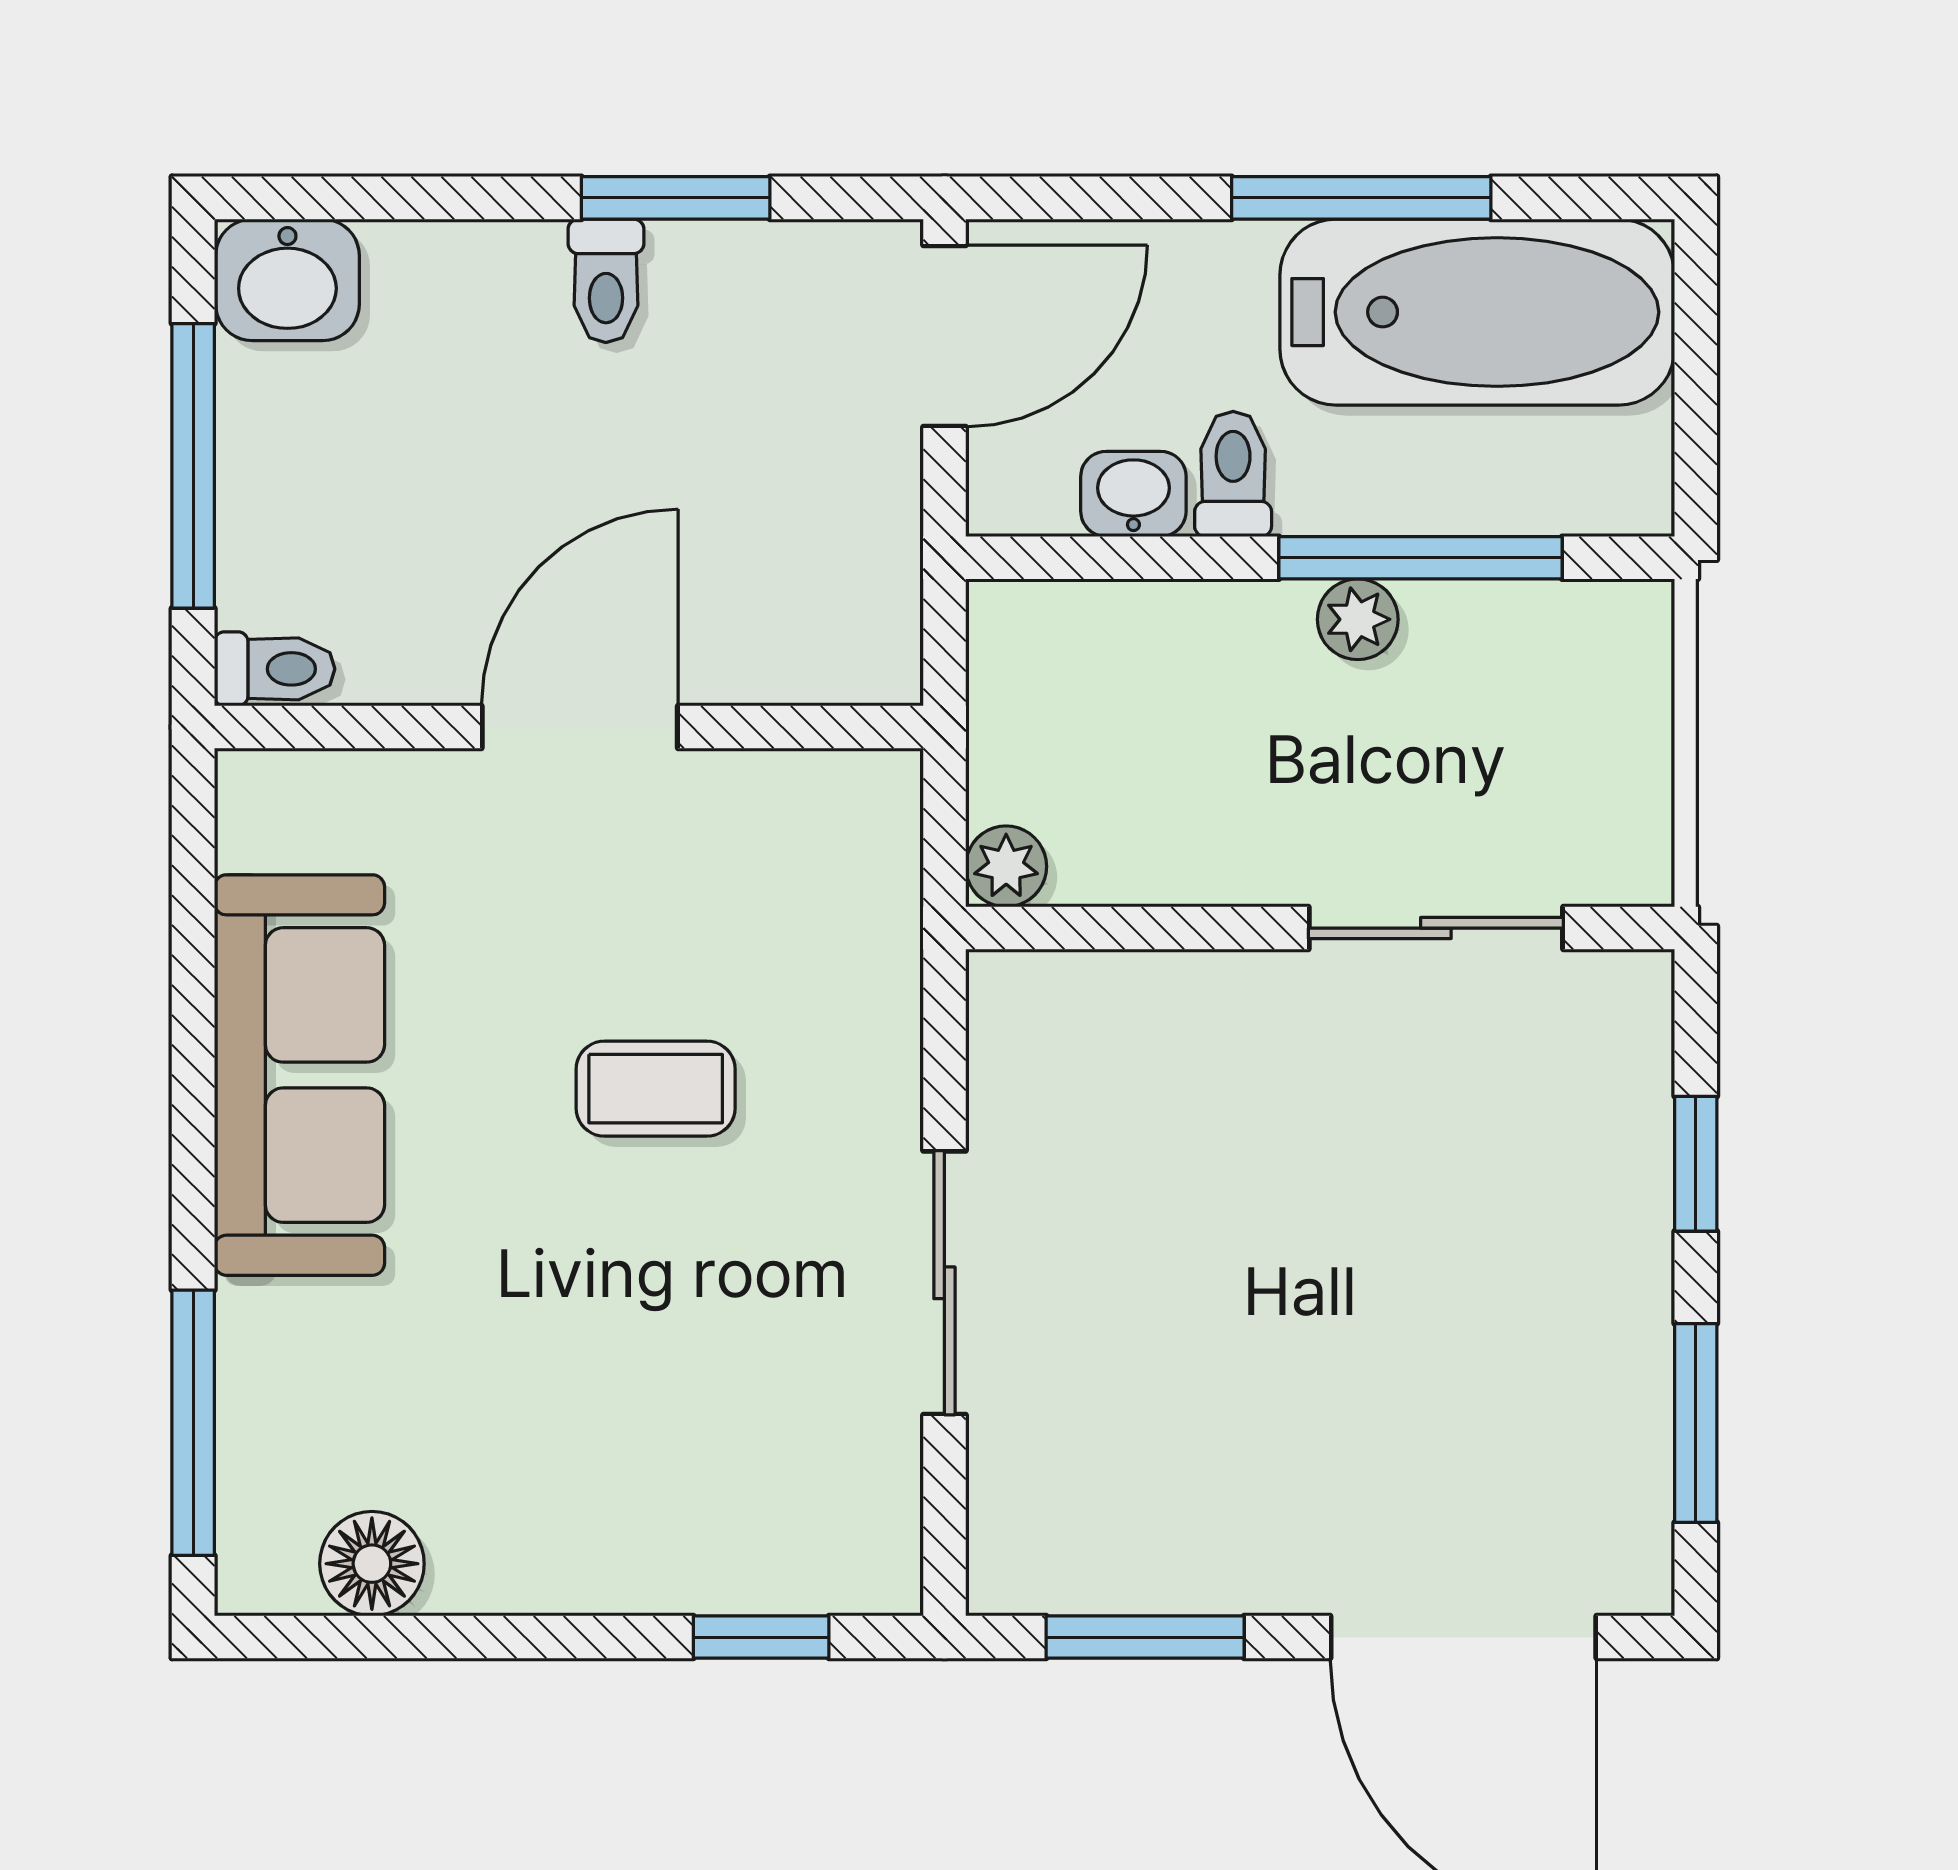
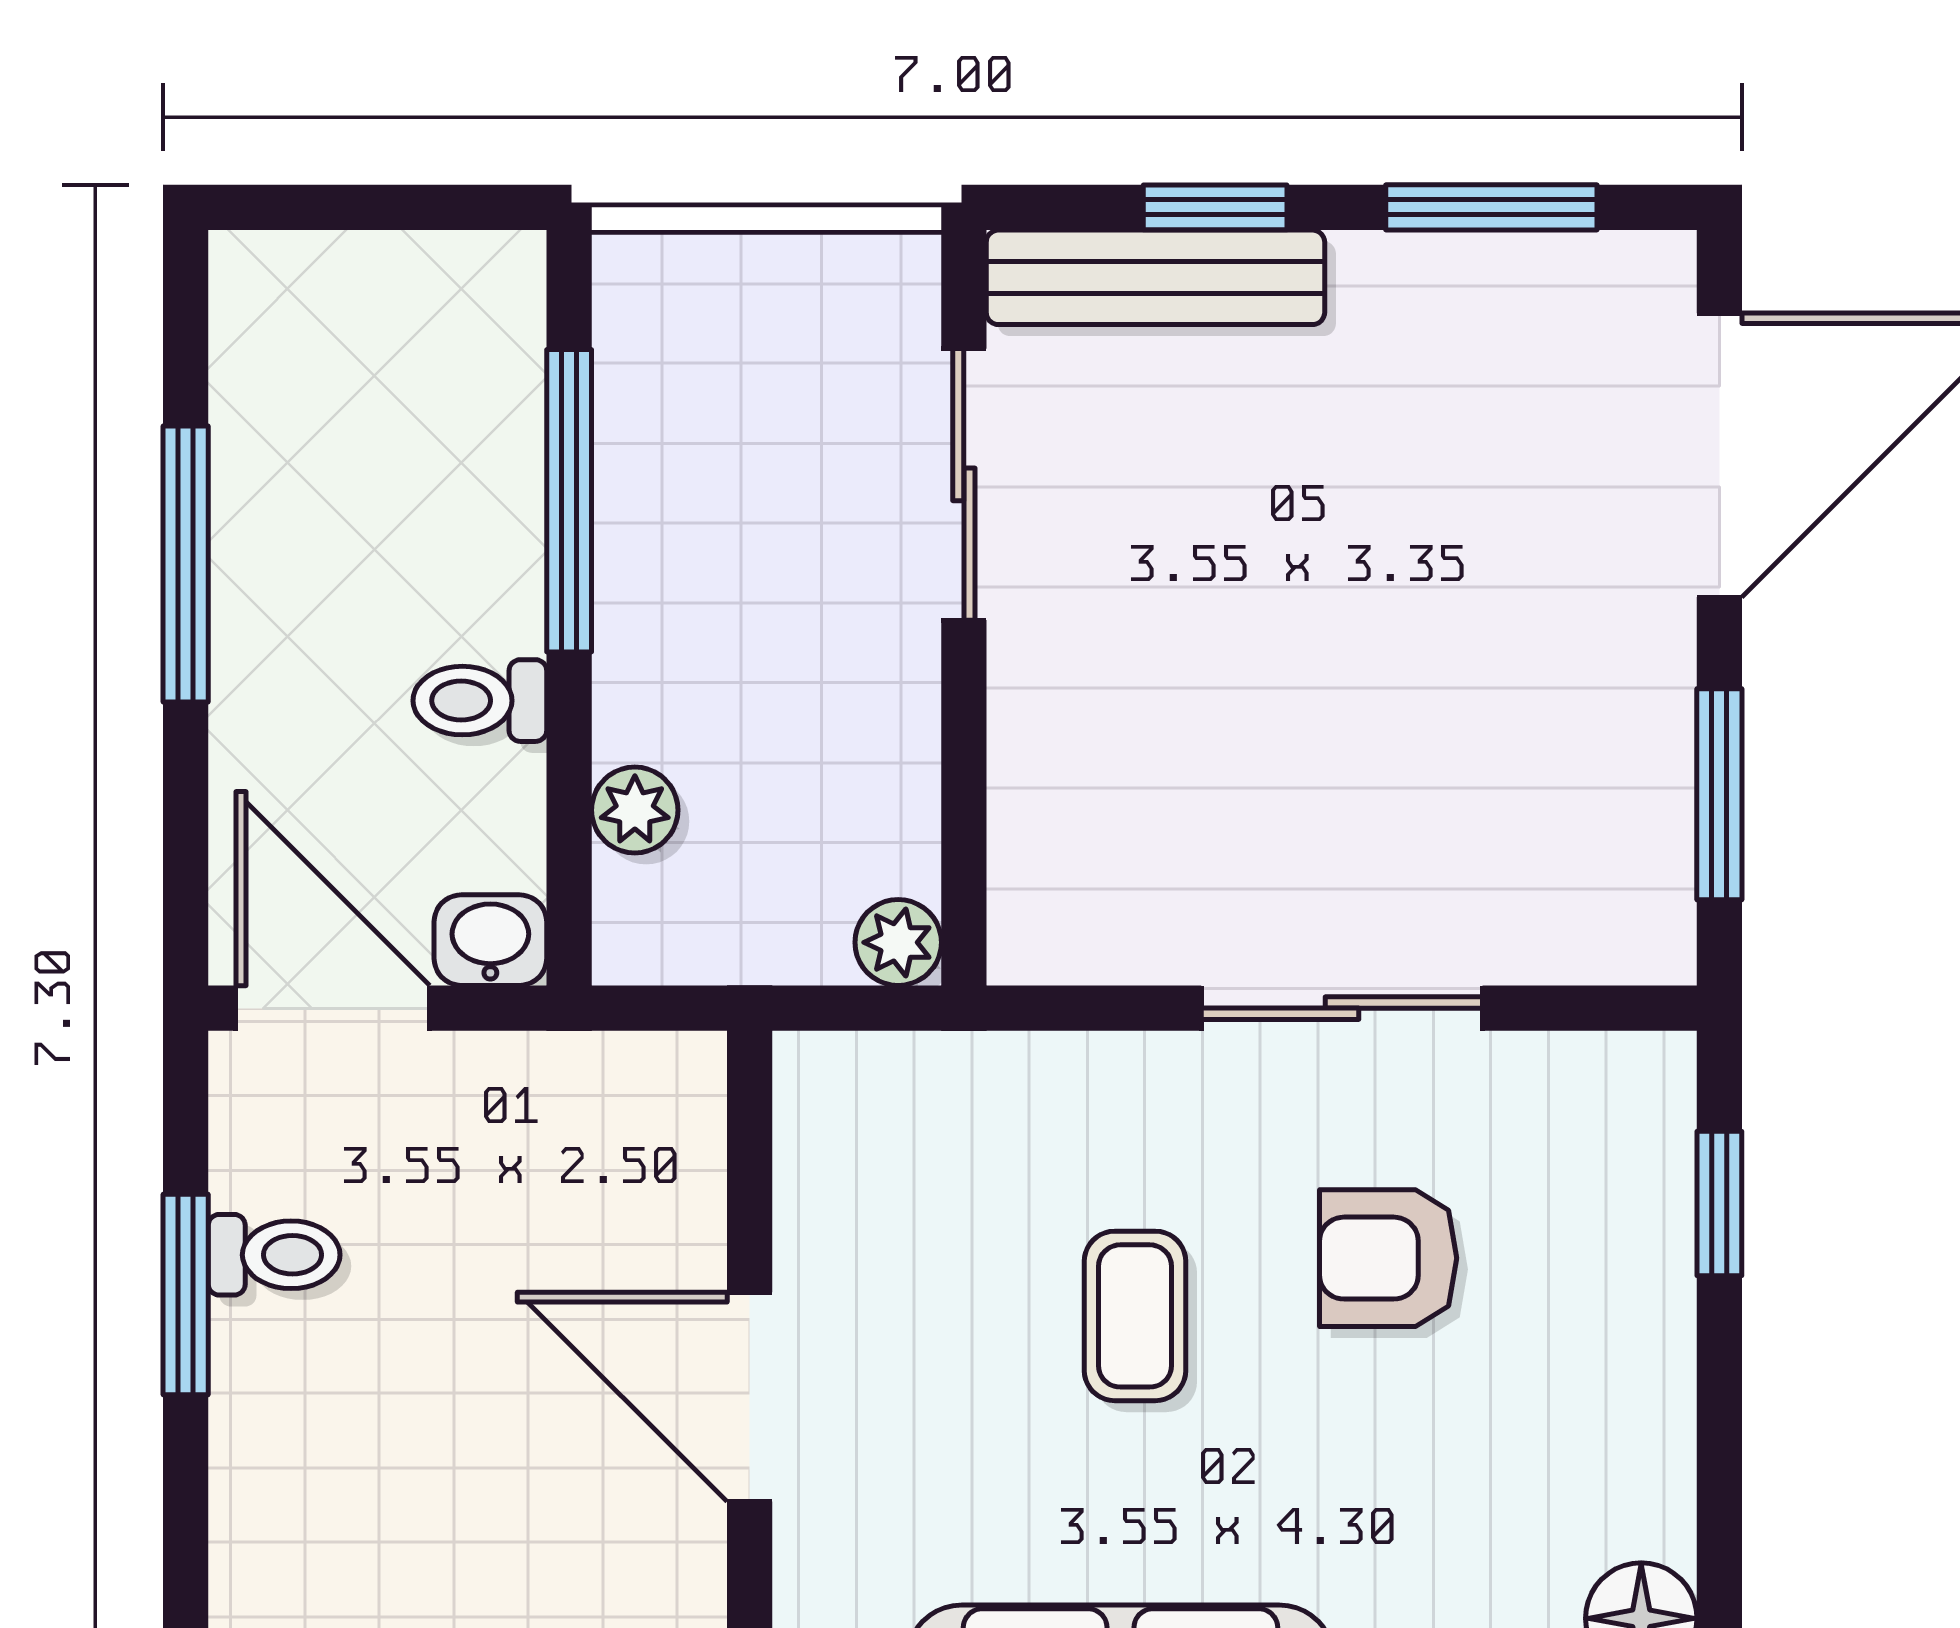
toilet: (606, 281) -> (274, 1255), moved
bathtub: (1477, 312) -> (307, 440), removed
washbasin: (1133, 494) -> (490, 940), moved, turned 90
plant: (1358, 619) -> (635, 810), moved
bench: (1630, 1108) -> (1155, 277), added
armchair: (710, 1326) -> (1388, 1258), added

